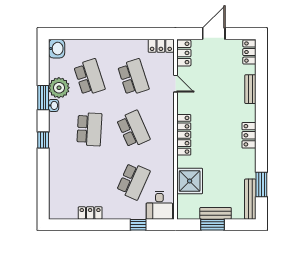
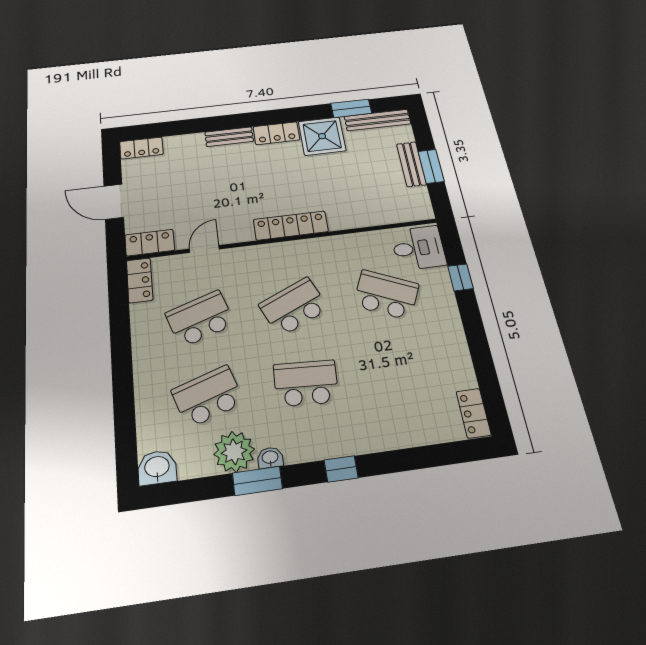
bench: (250, 89) -> (229, 137), moved
shower: (190, 181) -> (322, 136), moved
locker: (90, 213) -> (474, 413), moved

